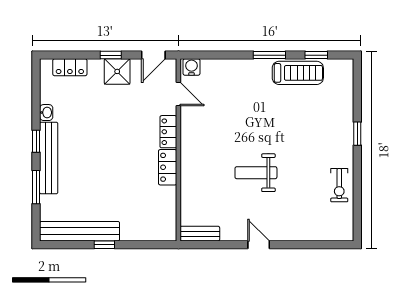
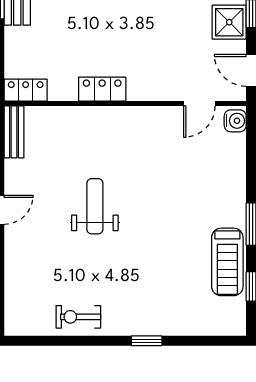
locker: (168, 132) -> (26, 90), moved

